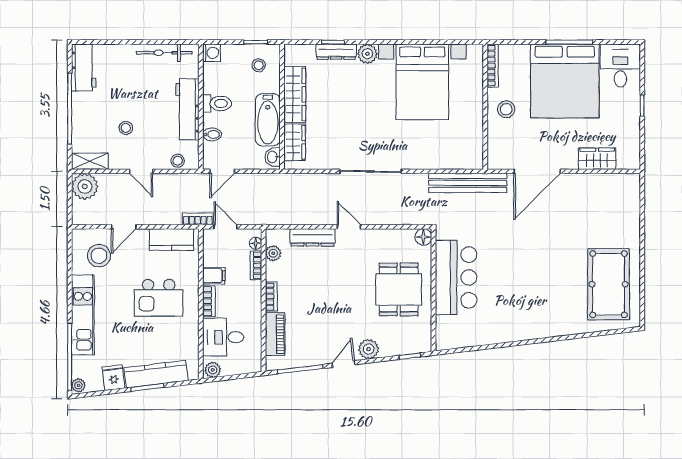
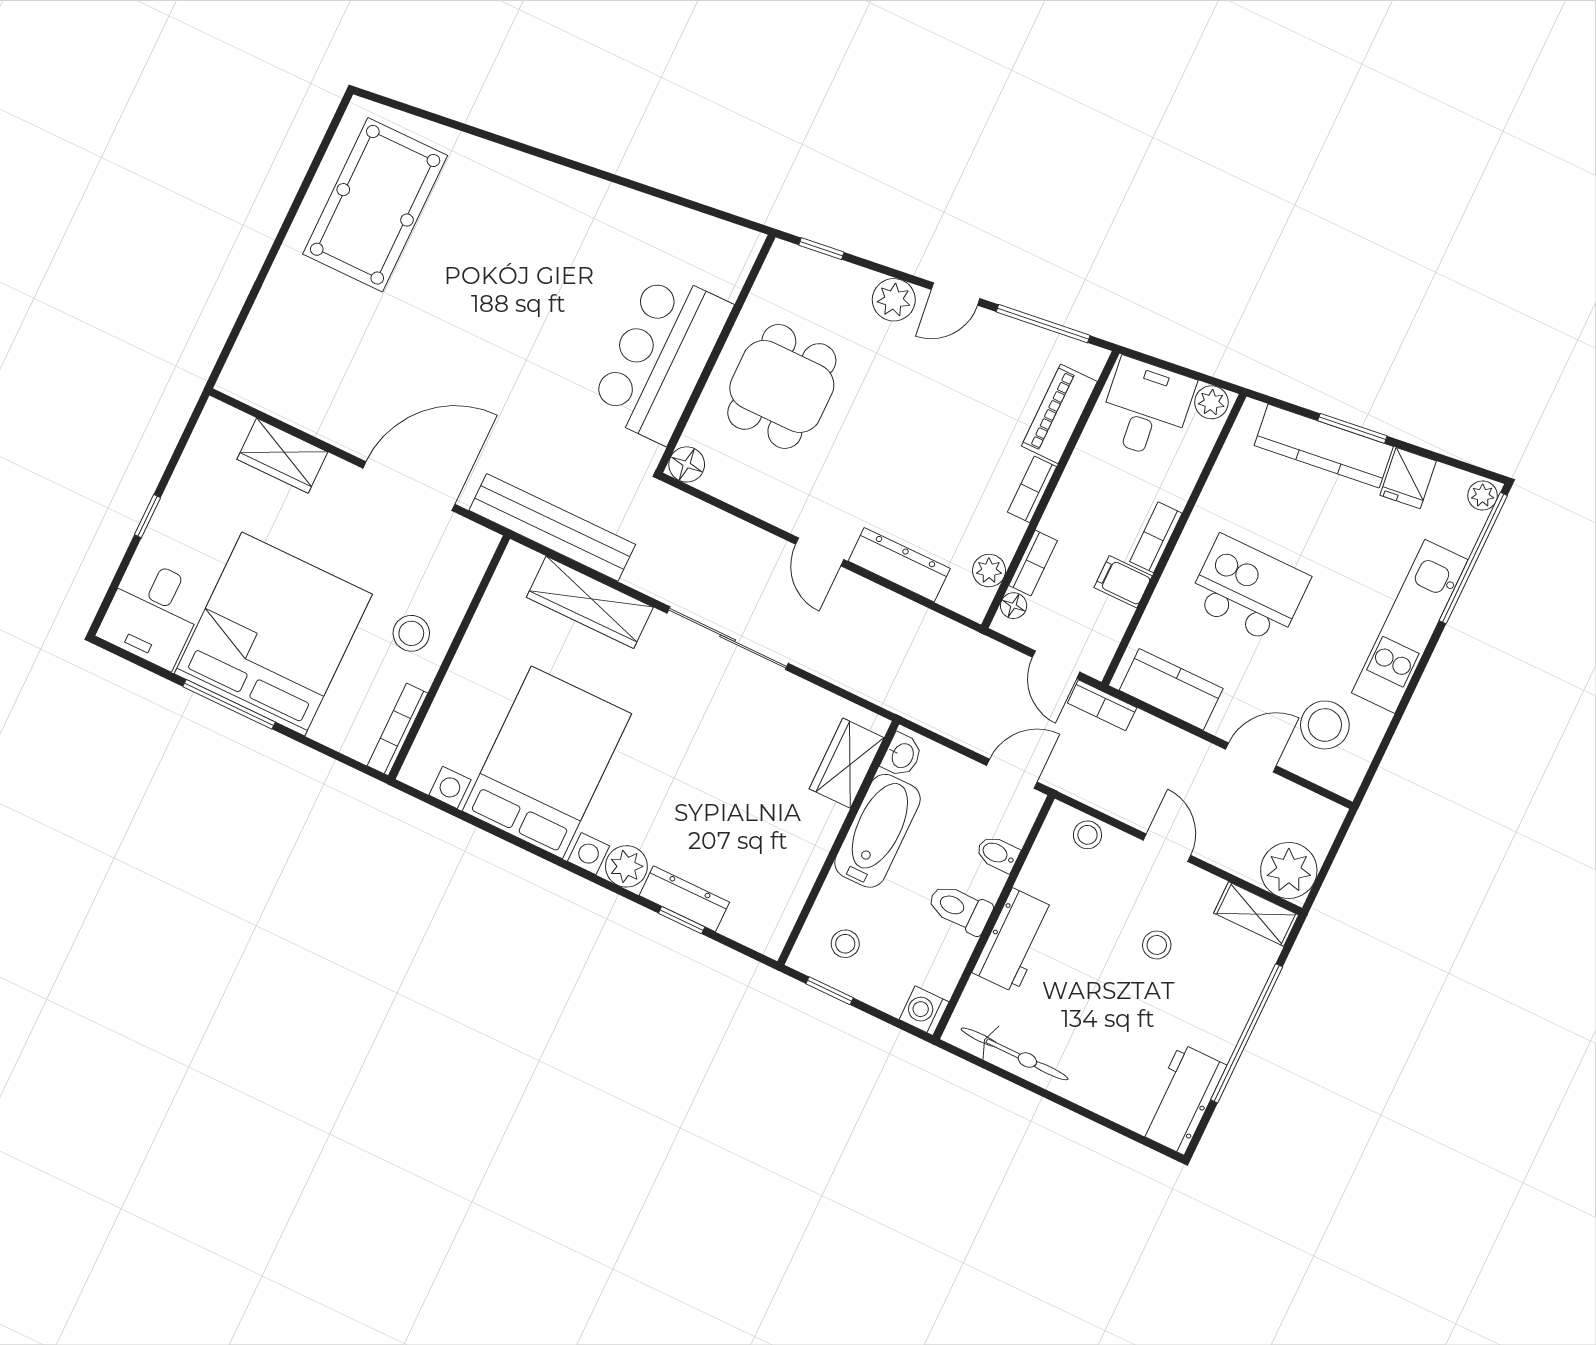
wardrobe: (295, 94) -> (590, 602), moved, turned -90
workbench: (187, 109) -> (1014, 940), width x0.73
desk: (223, 337) -> (1146, 408), moved, turned -97

